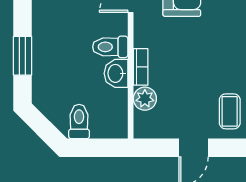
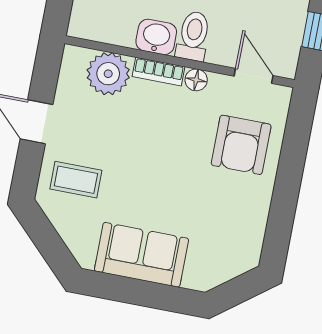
floor lamp: (141, 39) -> (196, 80), added
plant: (145, 99) -> (108, 74), width x1.36, depth x1.36

